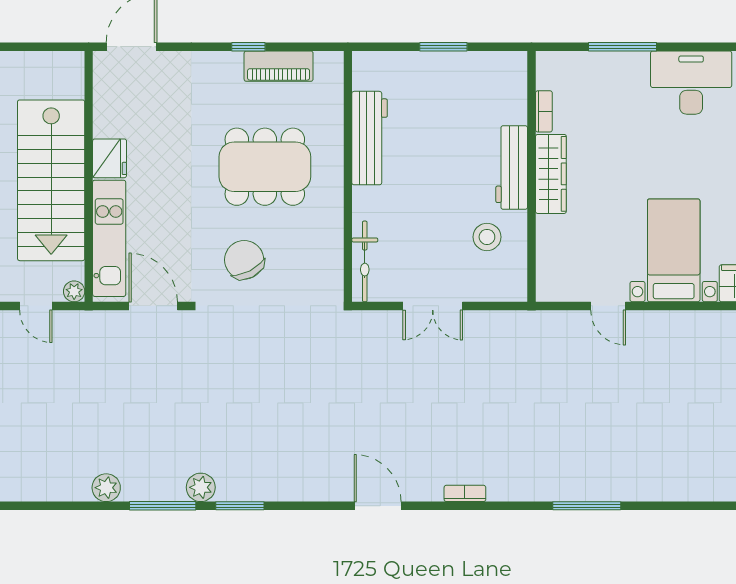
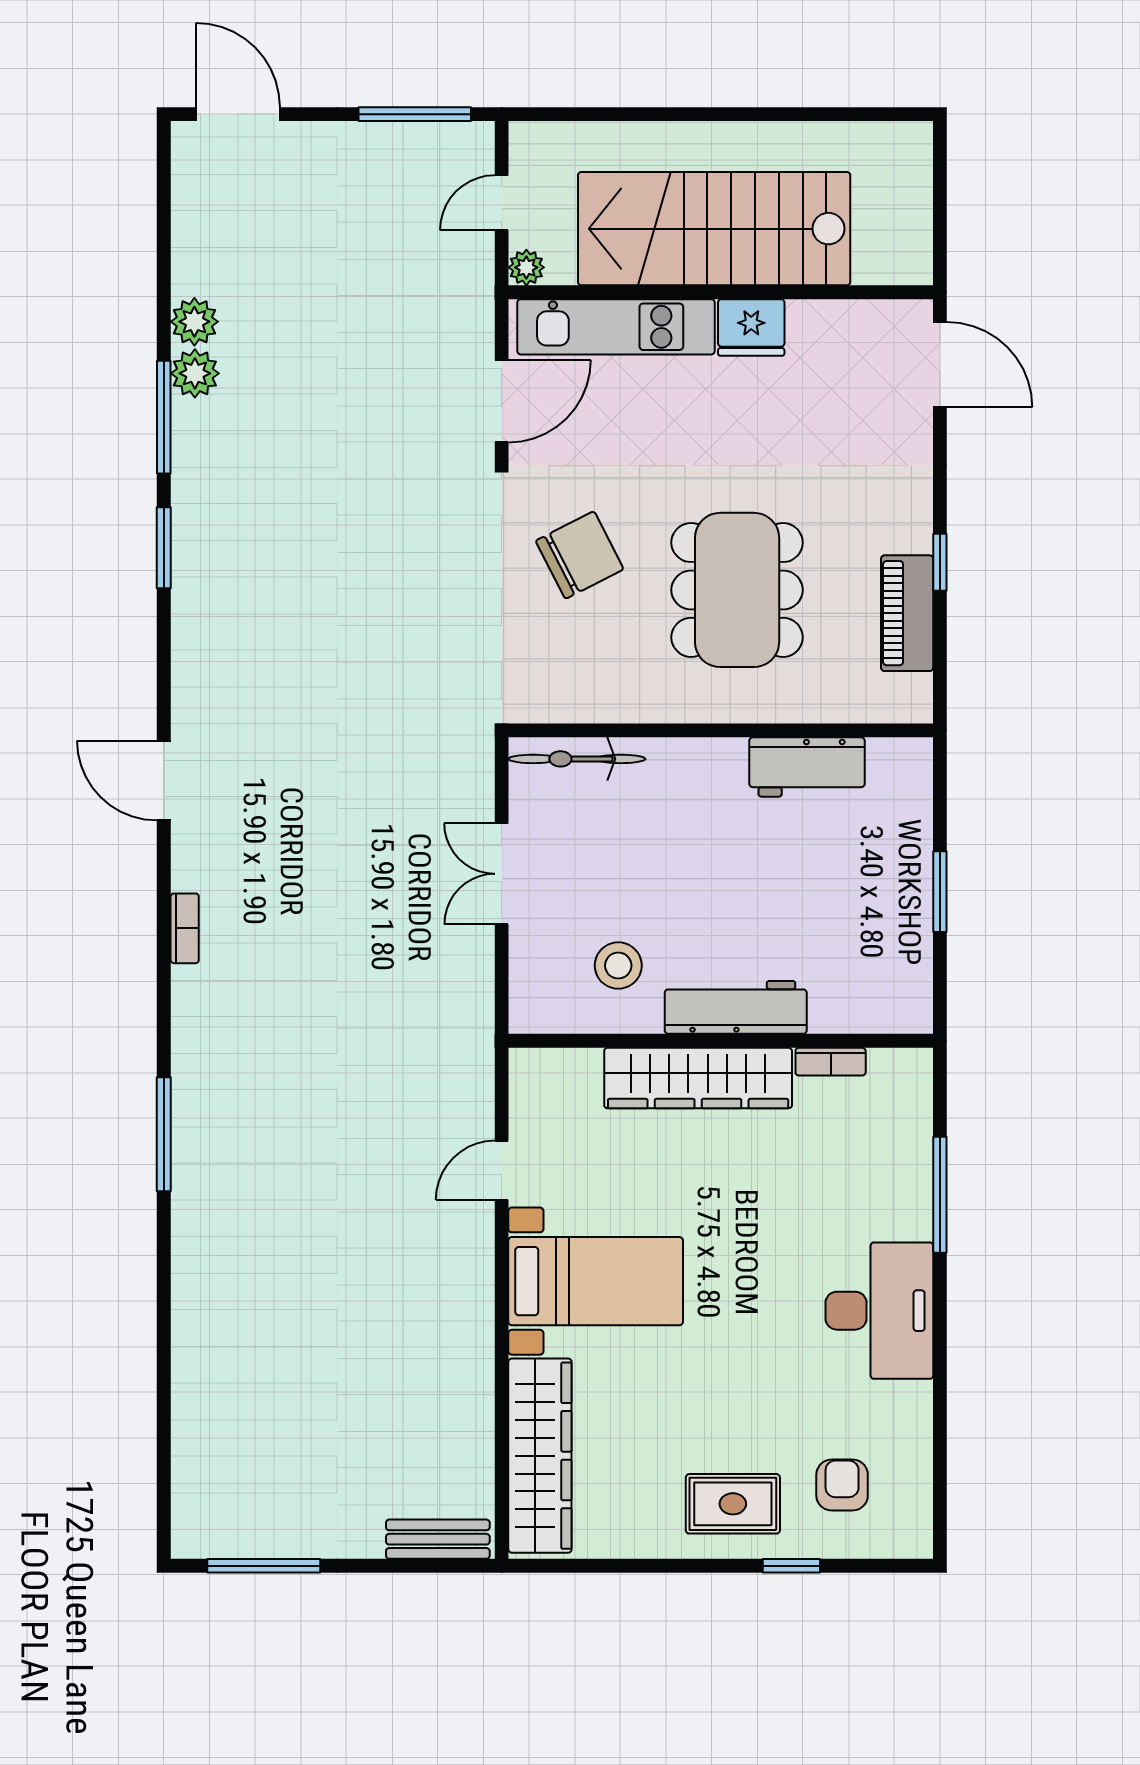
workbench: (370, 138) -> (807, 767), width x0.73
wardrobe: (551, 174) -> (698, 1078), width x1.40, depth x1.17
plant: (201, 487) -> (195, 373), moved
door: (378, 506) -> (164, 781), swing flipped

